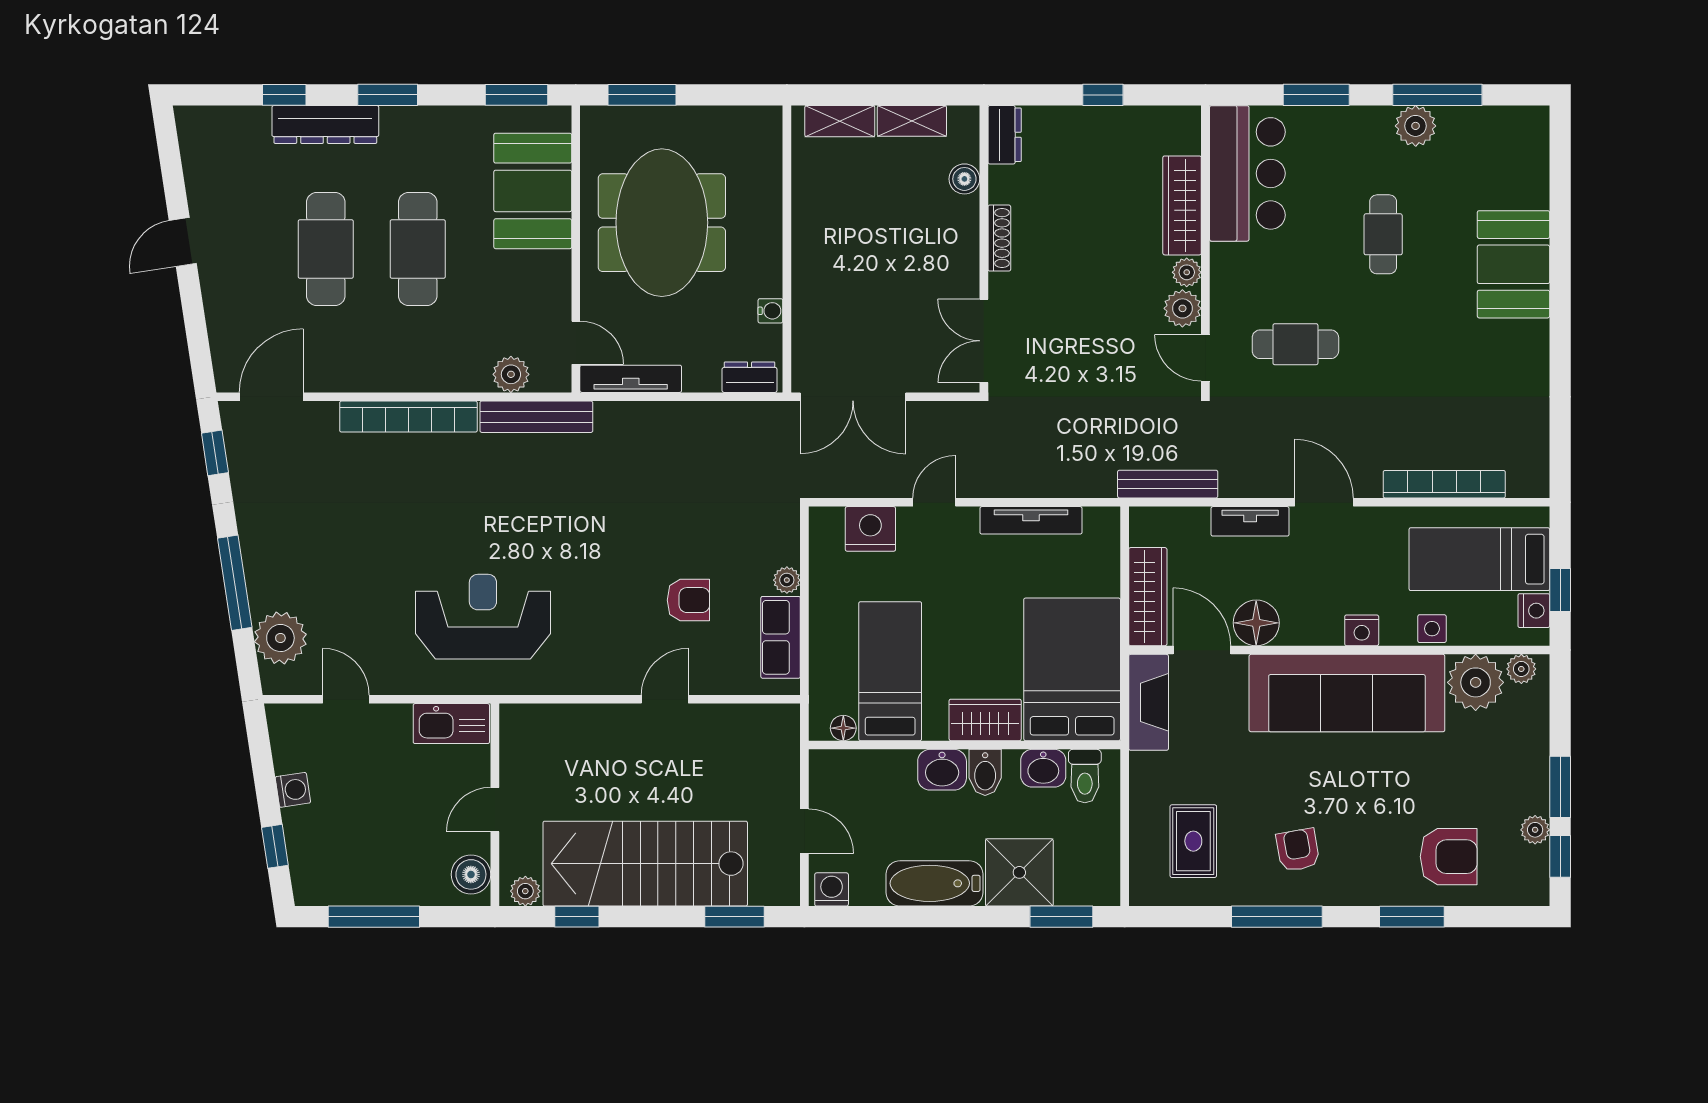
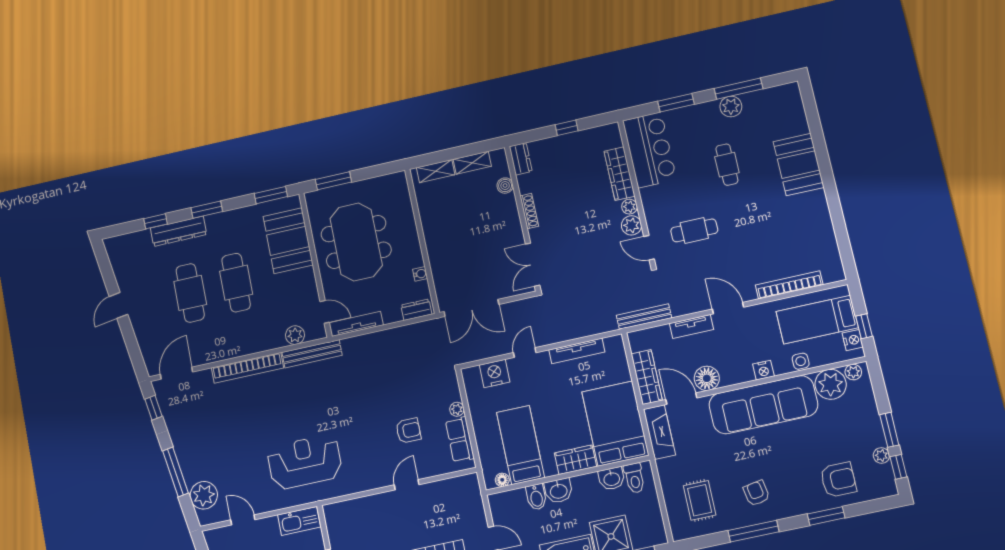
bidet: (985, 772) -> (536, 497), moved

